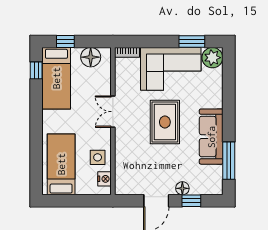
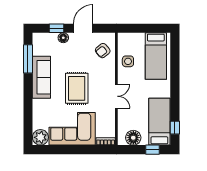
window: (192, 42) -> (56, 150), removed
armchair: (131, 171) -> (103, 51), added
nightstand: (104, 179) -> (123, 45), removed

